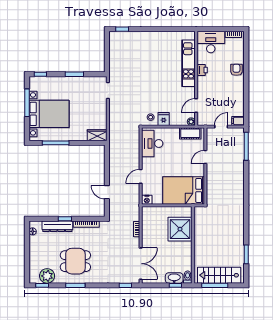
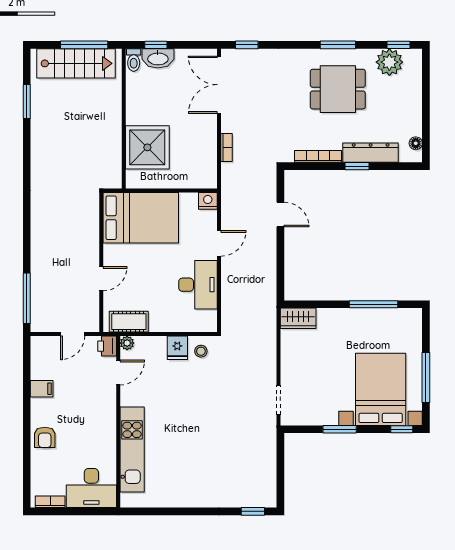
printer: (202, 70) -> (107, 346), moved
bed with nightstands: (49, 114) -> (381, 389), moved, turned 90
filing cabinet: (238, 121) -> (42, 389), moved
desk: (152, 144) -> (198, 285), moved

